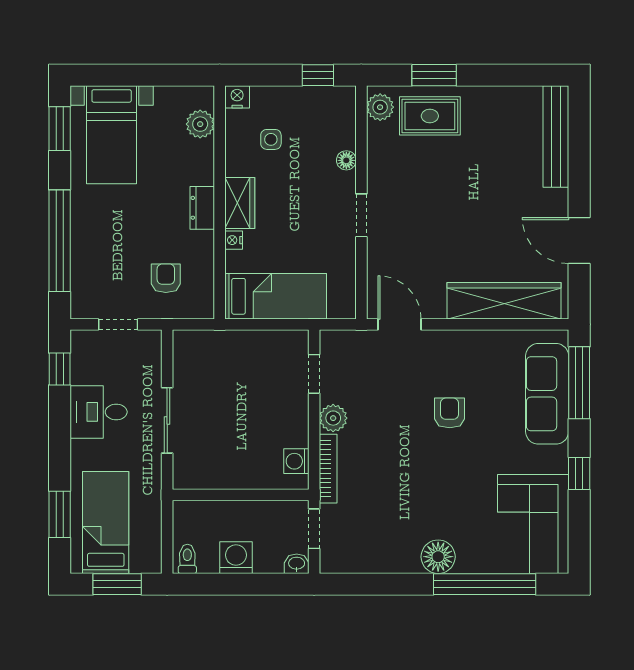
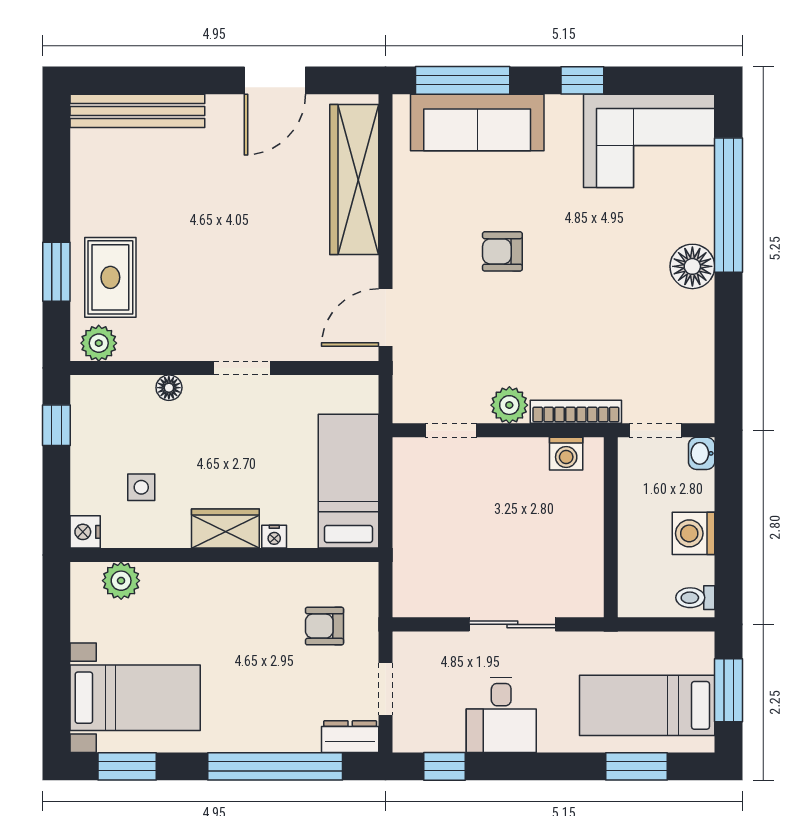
dresser: (202, 208) -> (350, 737), moved, turned 180

